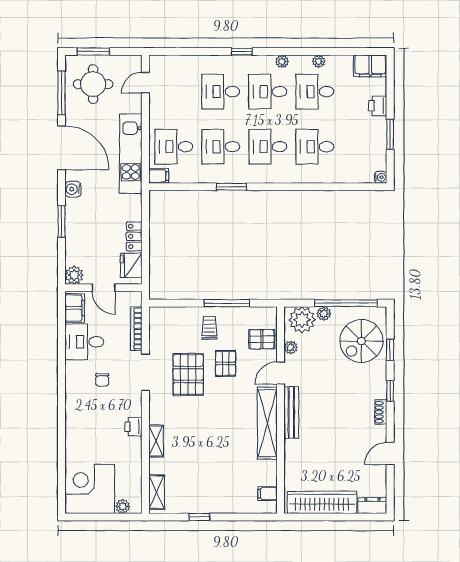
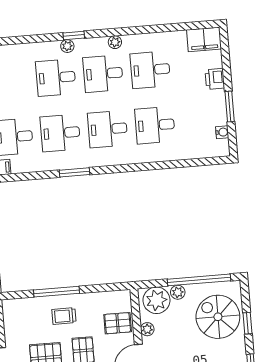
plant: (319, 61) -> (67, 46), moved
water cooler: (381, 177) -> (222, 132), moved
window: (227, 303) -> (56, 292), moved
trolley: (209, 328) -> (64, 316), turned -90
spiral stairs: (361, 341) -> (218, 317), turned 90

